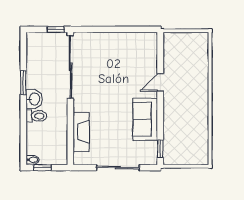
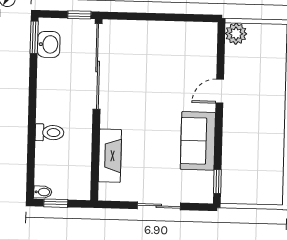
plant: (171, 40) -> (236, 34), added
window: (23, 83) -> (34, 37), moved
washbasin: (34, 99) -> (49, 44), moved
sliding door: (118, 168) -> (159, 206), width x0.73

